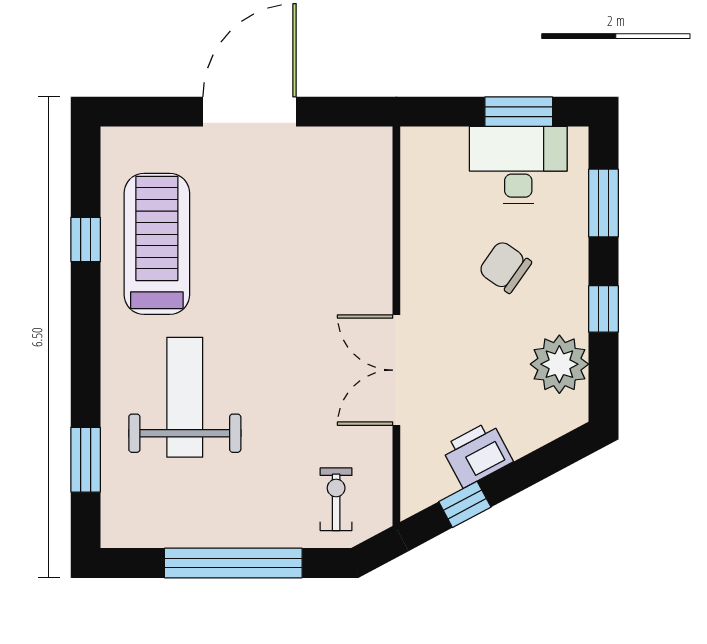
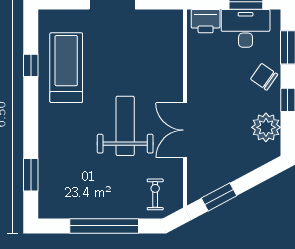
chair: (505, 267) -> (264, 77), moved
weight bench: (185, 397) -> (125, 126), moved
printer: (477, 454) -> (206, 21), moved, turned -152
window: (465, 504) -> (219, 197), width x1.50

